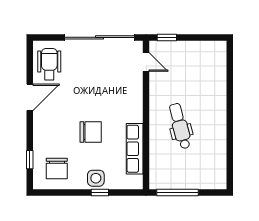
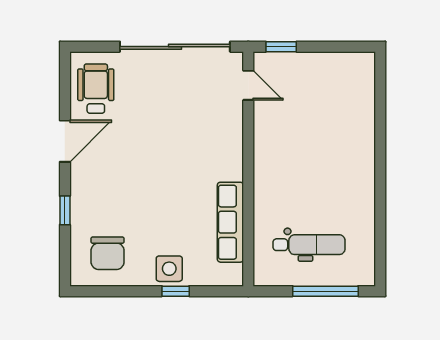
dental chair: (180, 126) -> (309, 245), moved, turned 105
chair: (91, 132) -> (161, 196), removed
window: (30, 160) -> (65, 210), moved
window: (178, 192) -> (325, 291), moved

